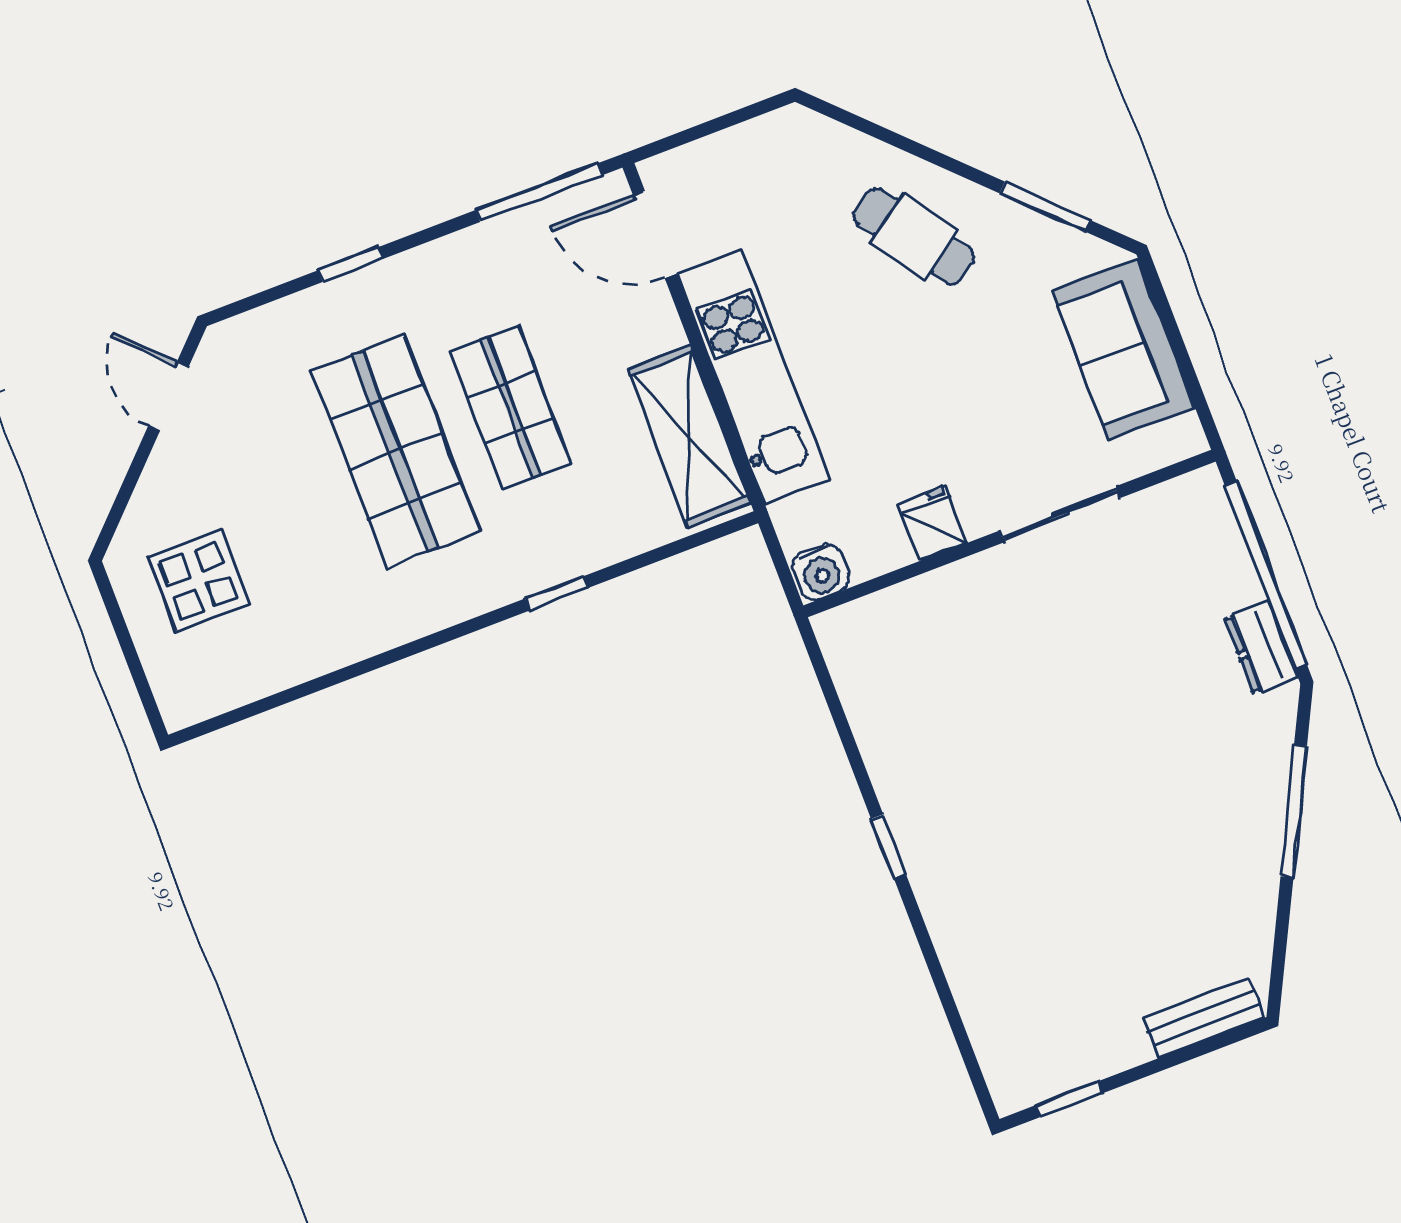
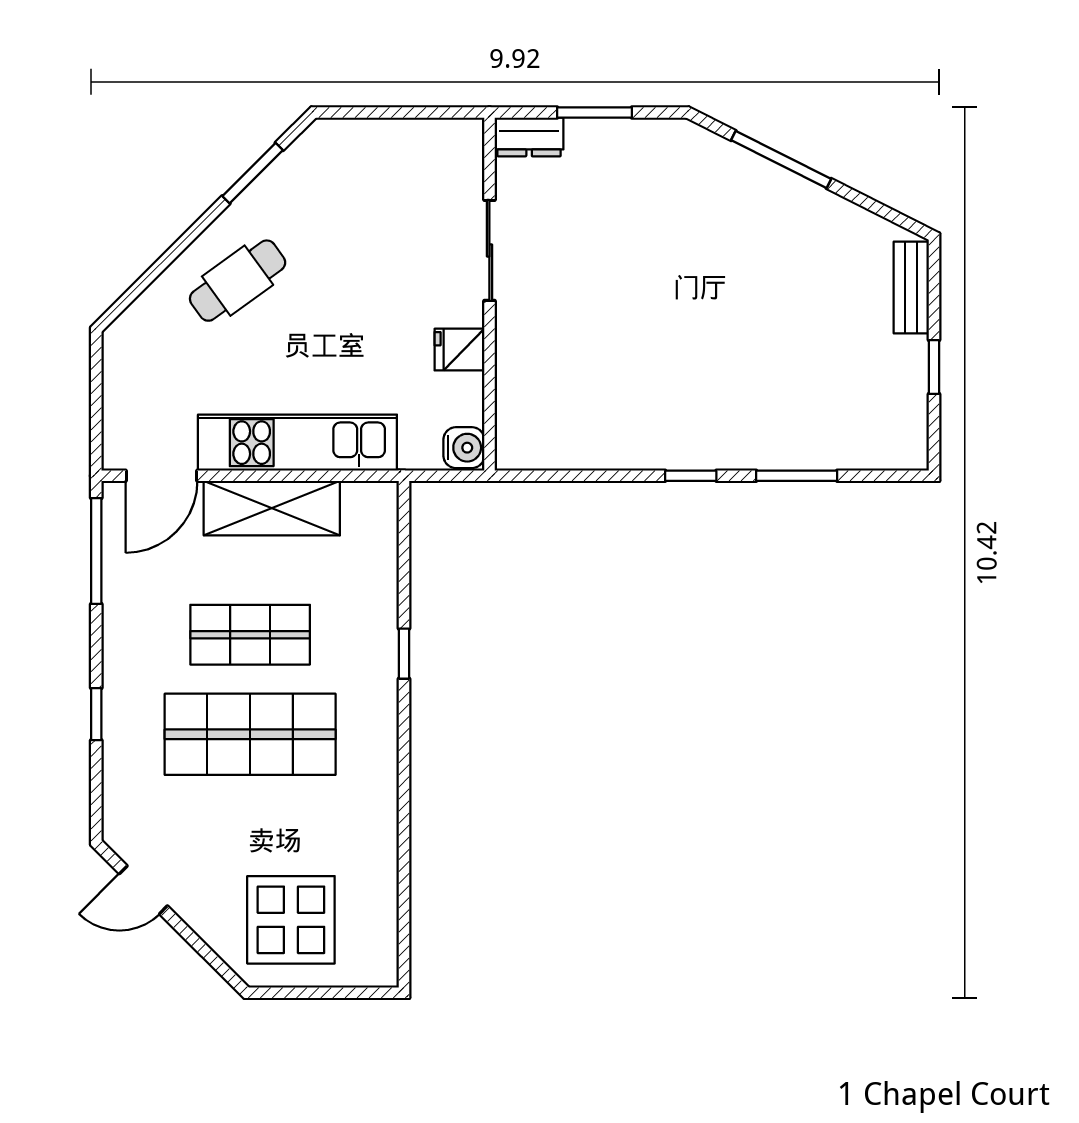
sofa: (1123, 349) -> (383, 155), removed
shelving: (689, 436) -> (272, 508), moved
window: (1266, 575) -> (594, 113), width x0.47
display table: (199, 580) -> (291, 920), width x1.36, depth x1.36
dresser: (1261, 648) -> (529, 137), moved
window: (935, 969) -> (797, 476), added
window: (1069, 1099) -> (934, 367), moved

